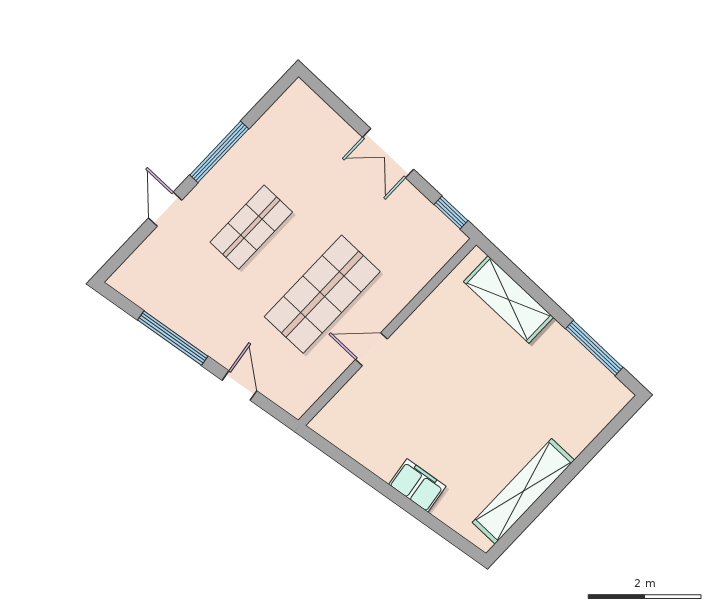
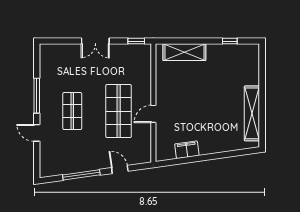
window: (594, 348) -> (230, 41), width x0.46
filing cabinet: (417, 485) -> (187, 150), moved

